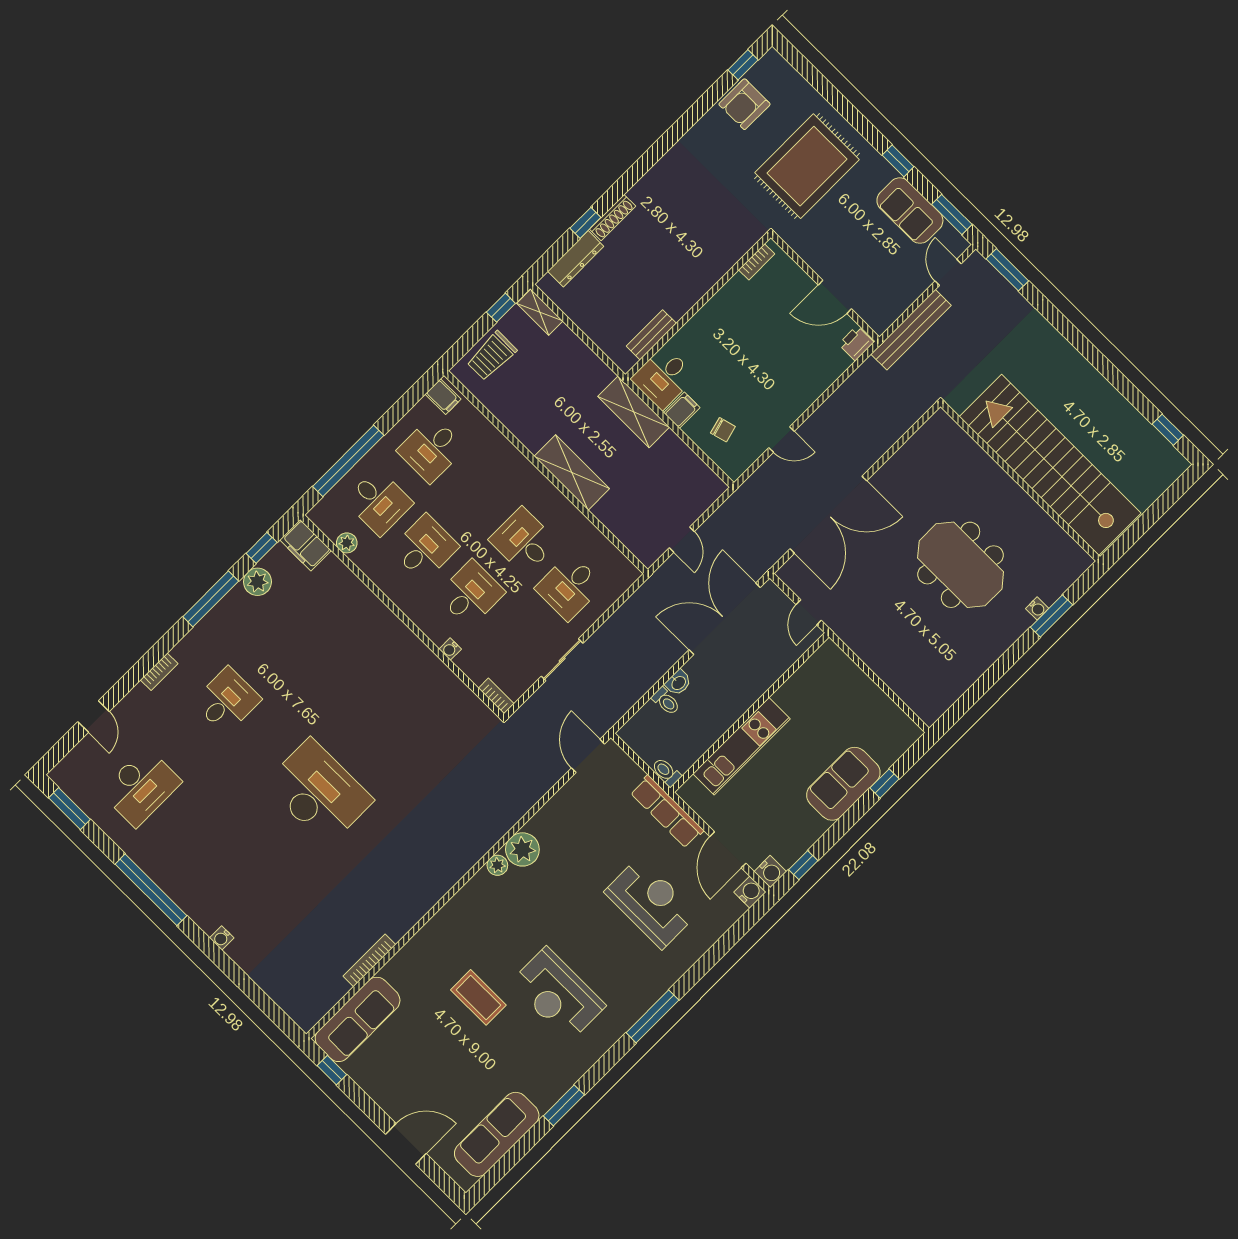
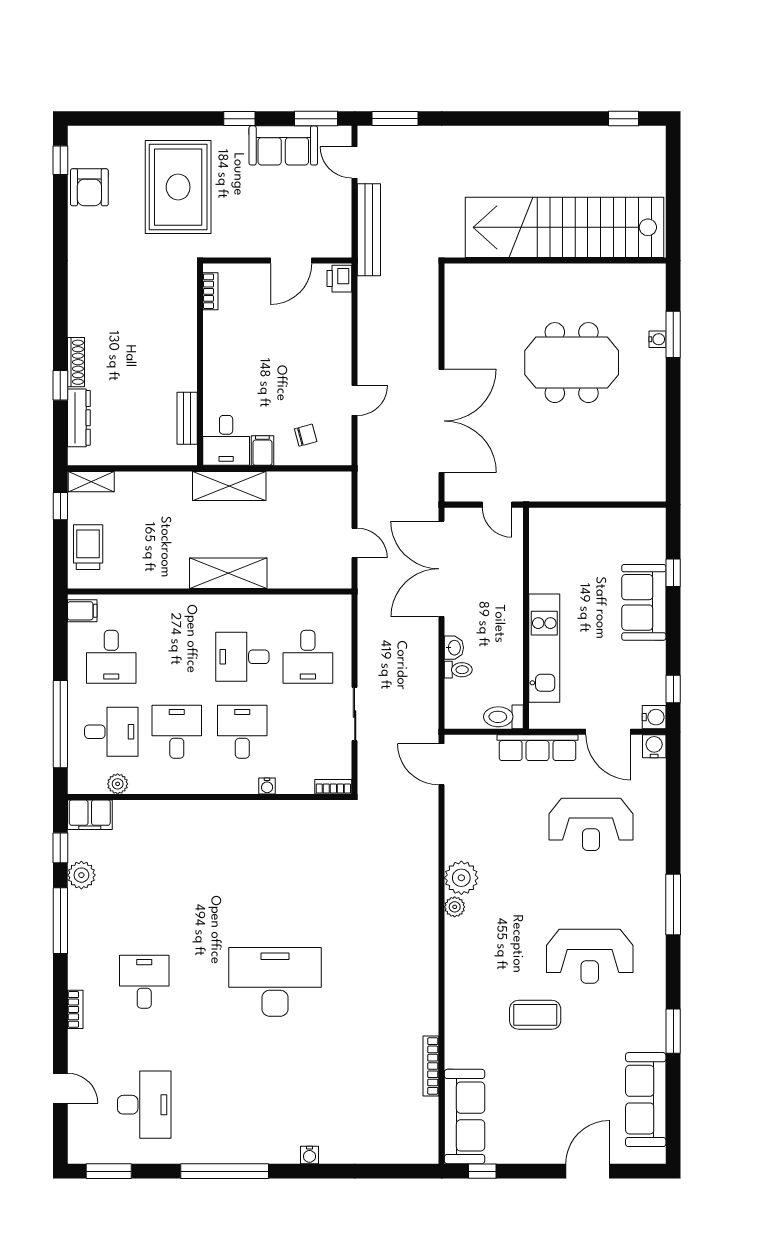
trolley: (492, 356) -> (88, 547), turned 180
toilet: (666, 772) -> (503, 717), width x1.37, depth x1.39
reception desk: (651, 903) -> (591, 824), turned 180

